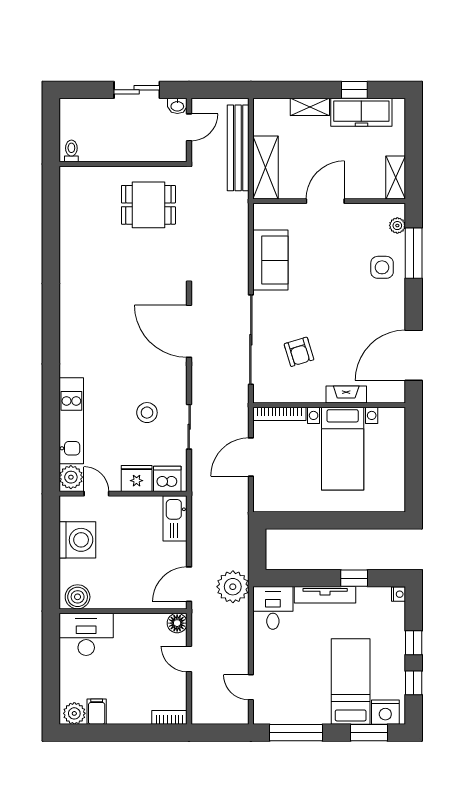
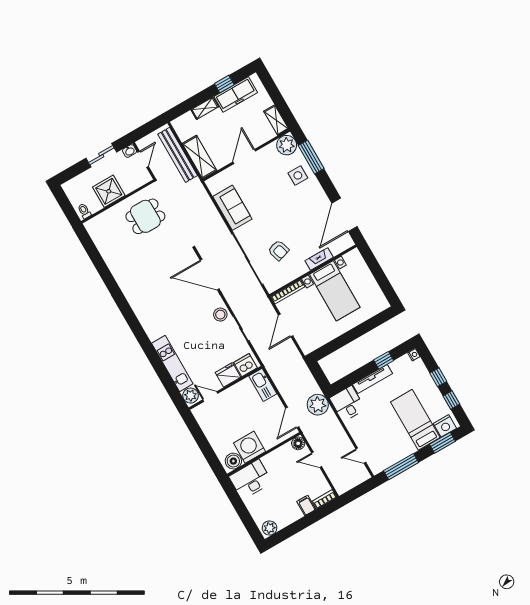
shower: (119, 144) -> (109, 191), added
plant: (397, 226) -> (287, 145), width x1.87, depth x1.87
stool: (147, 413) -> (220, 315), moved
washing machine: (77, 540) -> (249, 447), moved, turned -90
filing cabinet: (97, 712) -> (306, 505), moved

